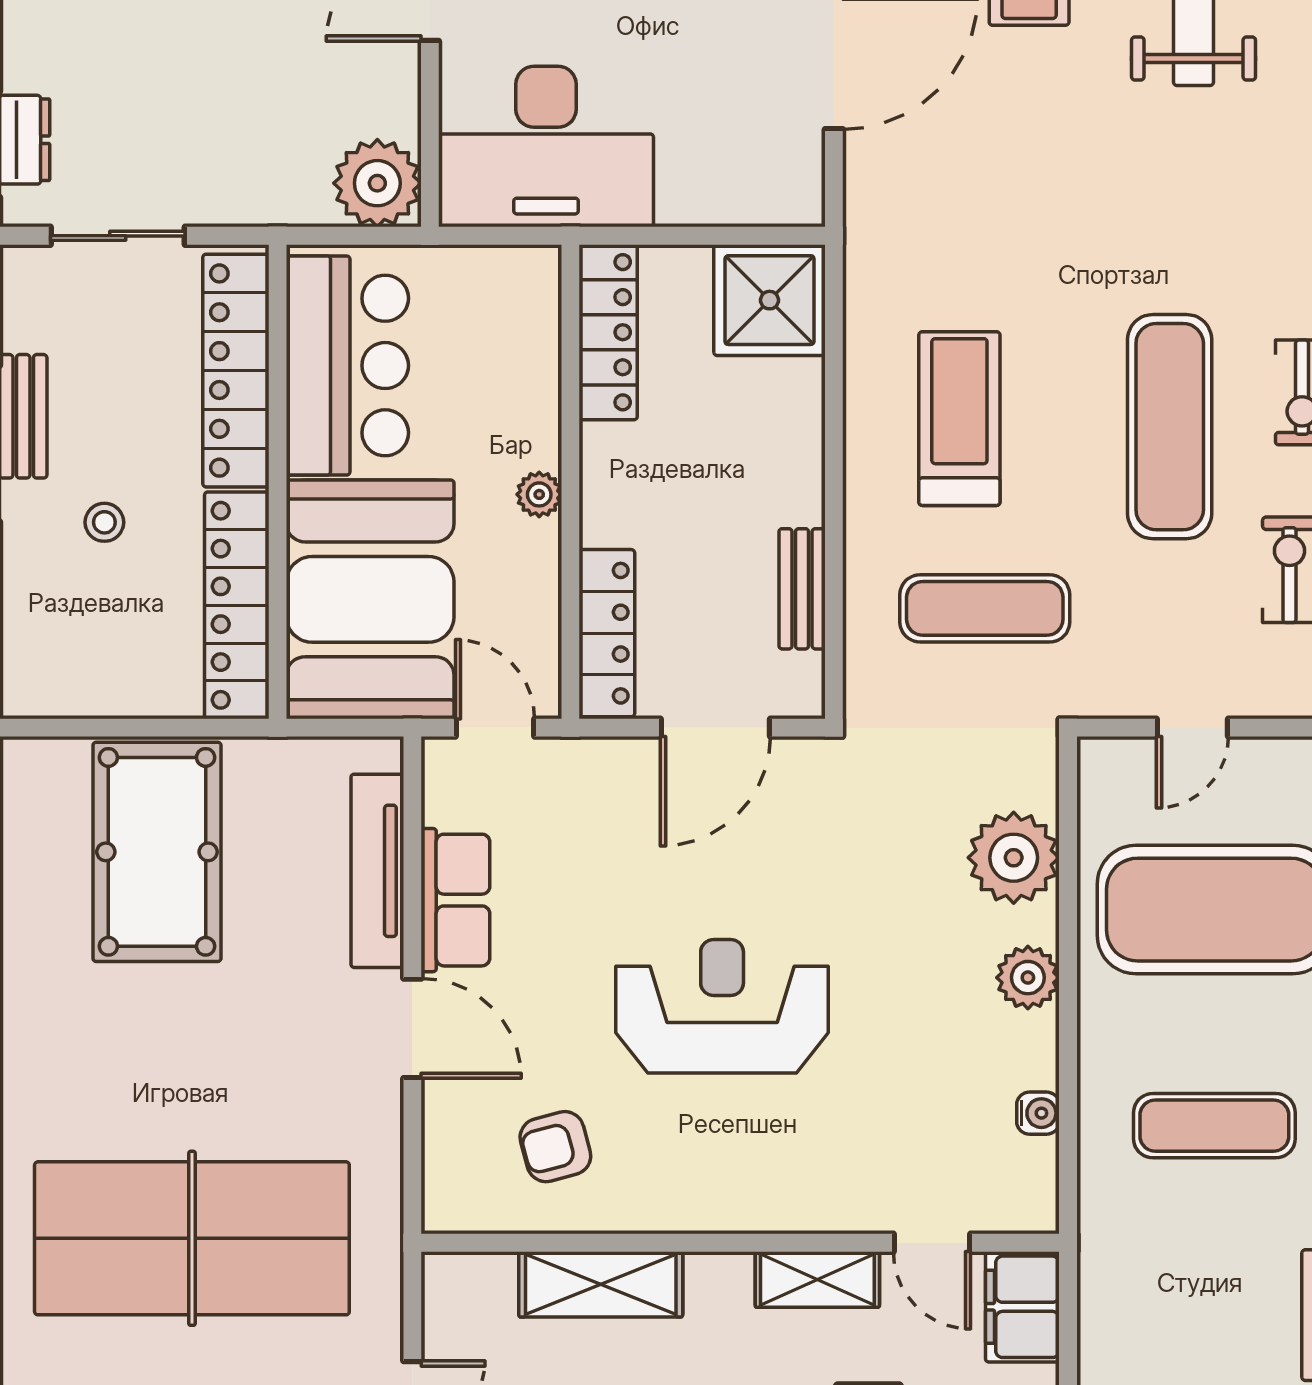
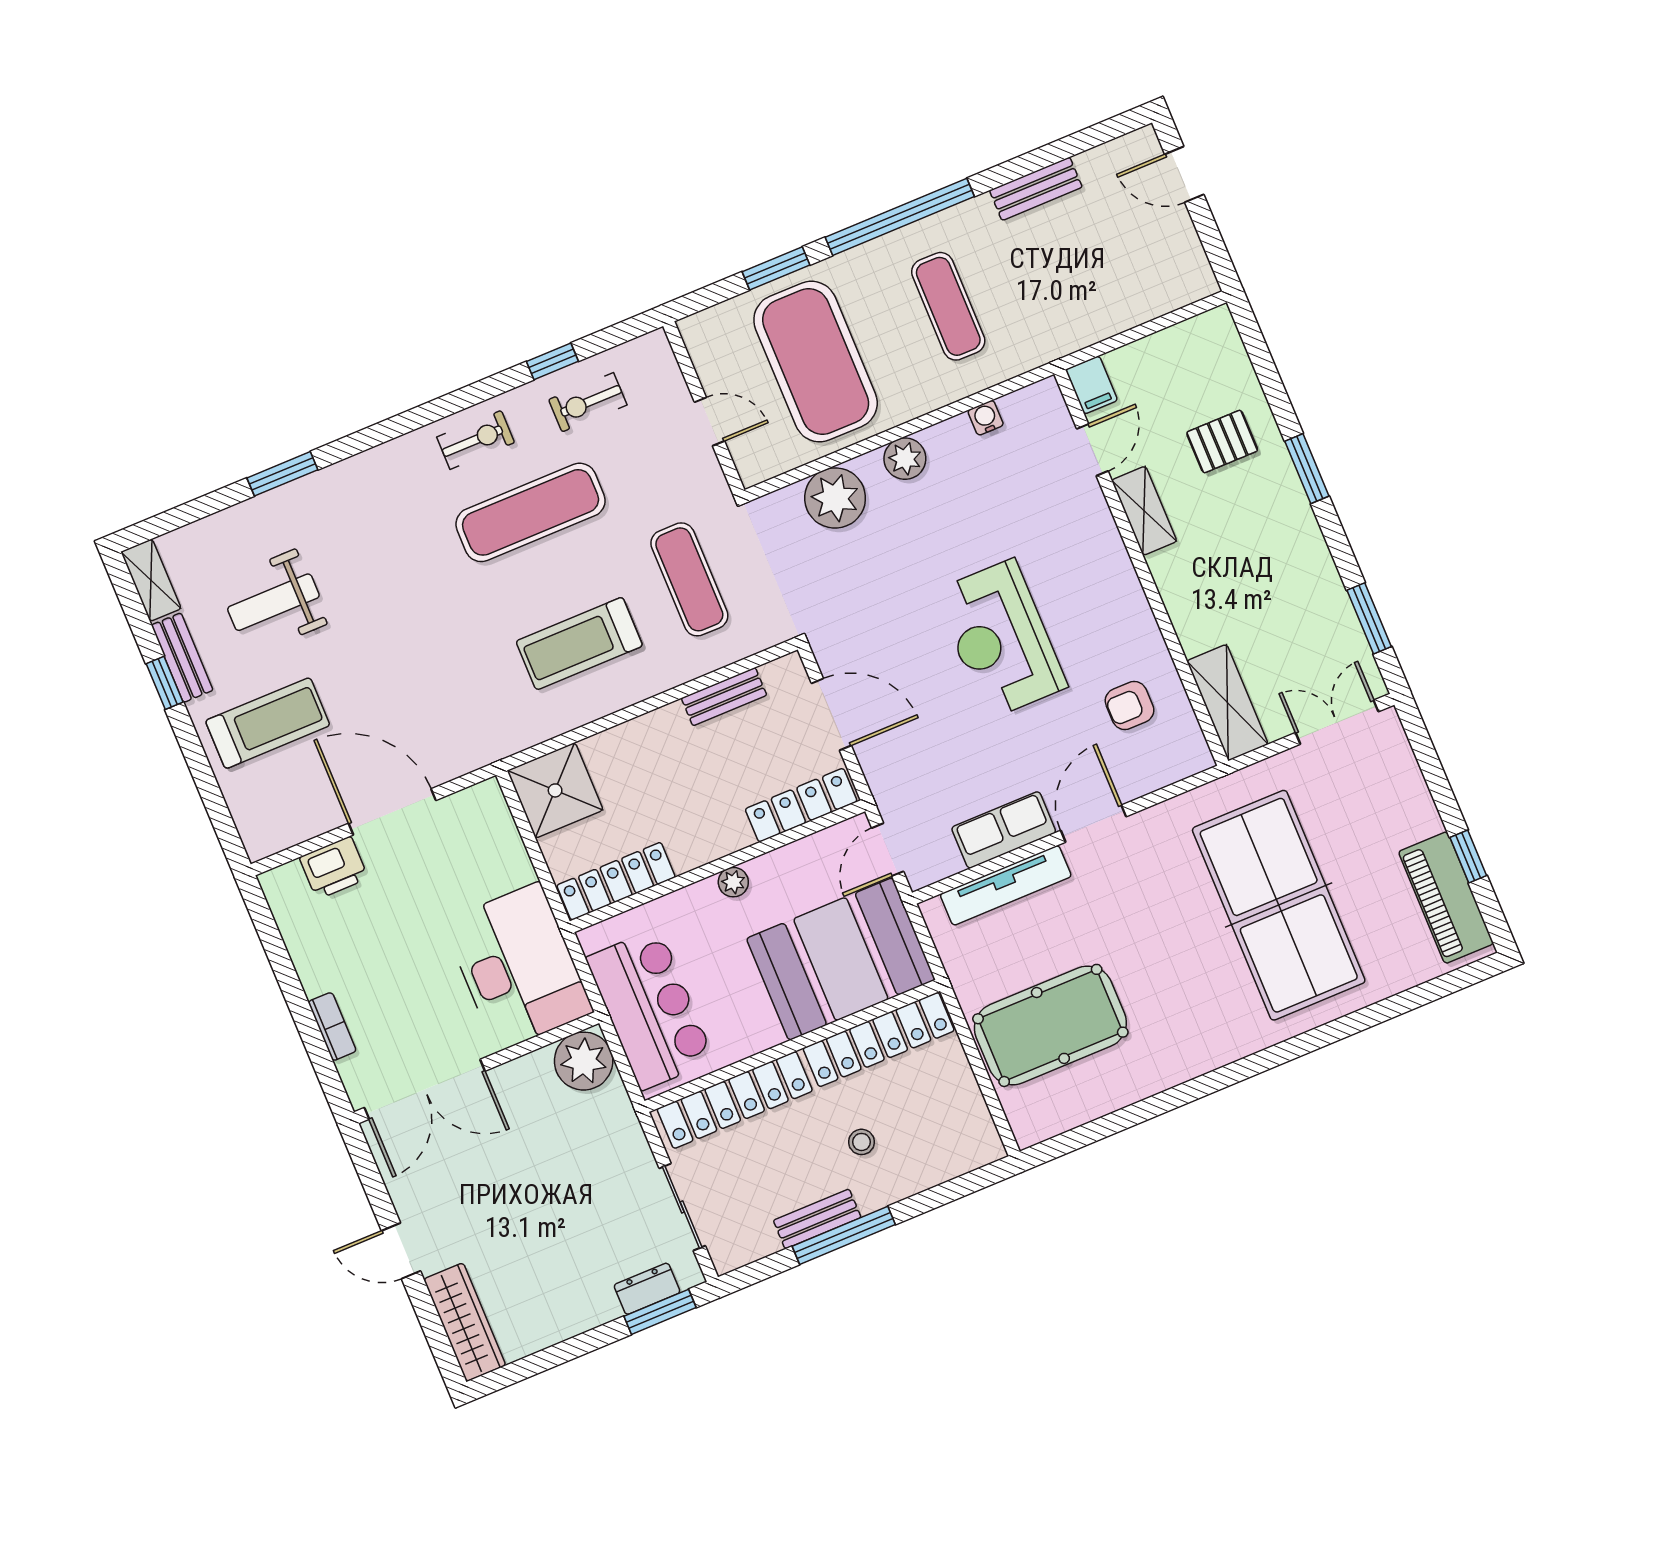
bar counter: (347, 366) -> (650, 1009), moved, turned 90
armchair: (555, 1147) -> (1130, 706), turned 105
shelving: (601, 1284) -> (1227, 703), moved
filing cabinet: (1022, 1307) -> (1092, 385), width x0.50

